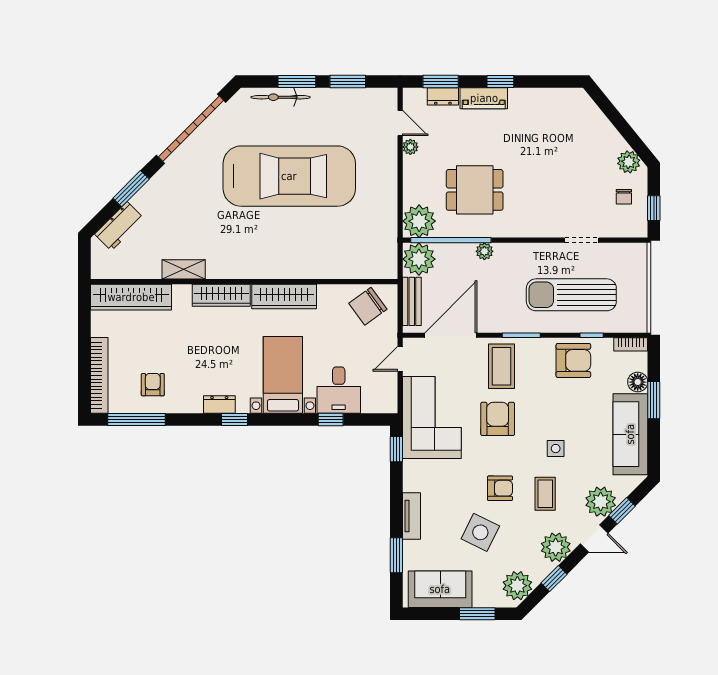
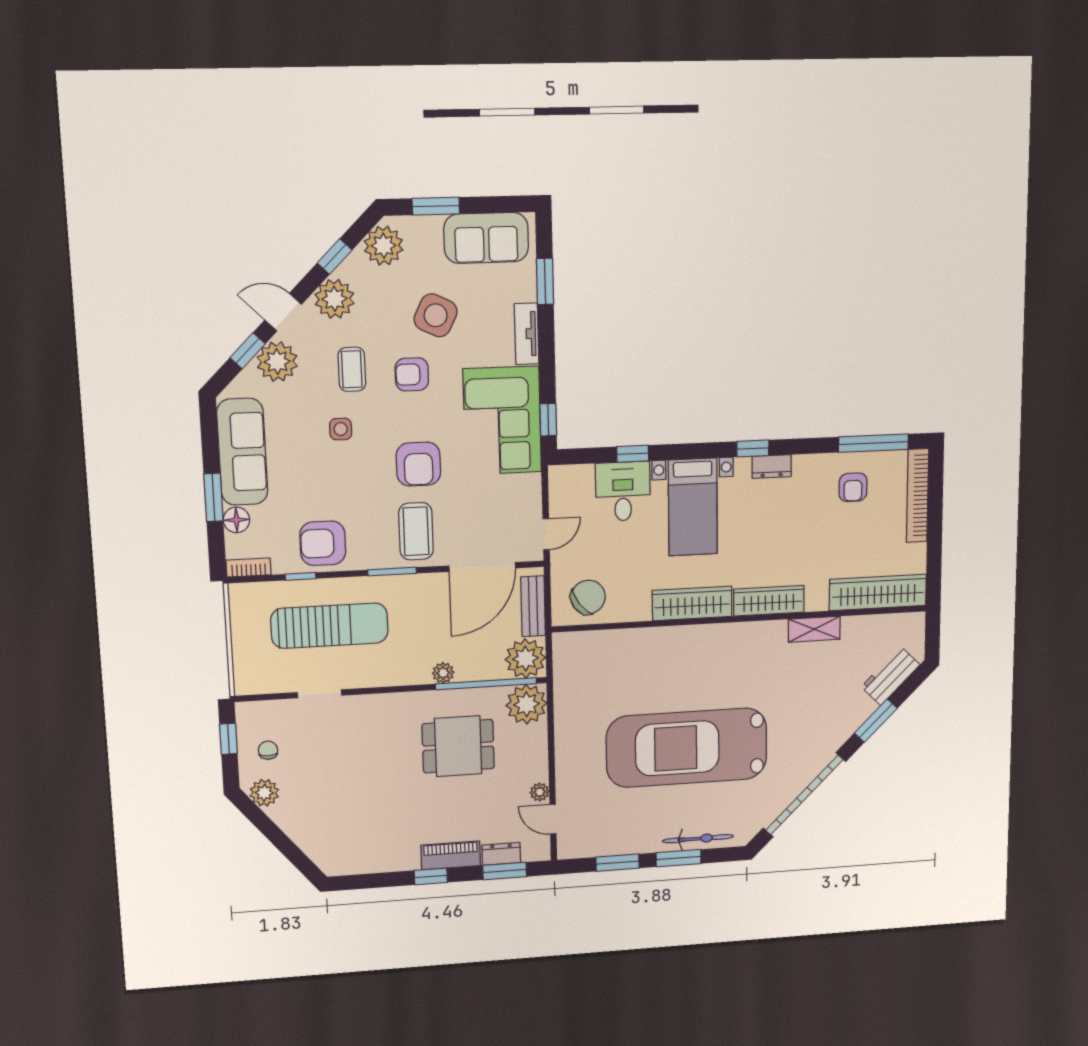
corner sofa: (432, 418) -> (502, 420), moved

